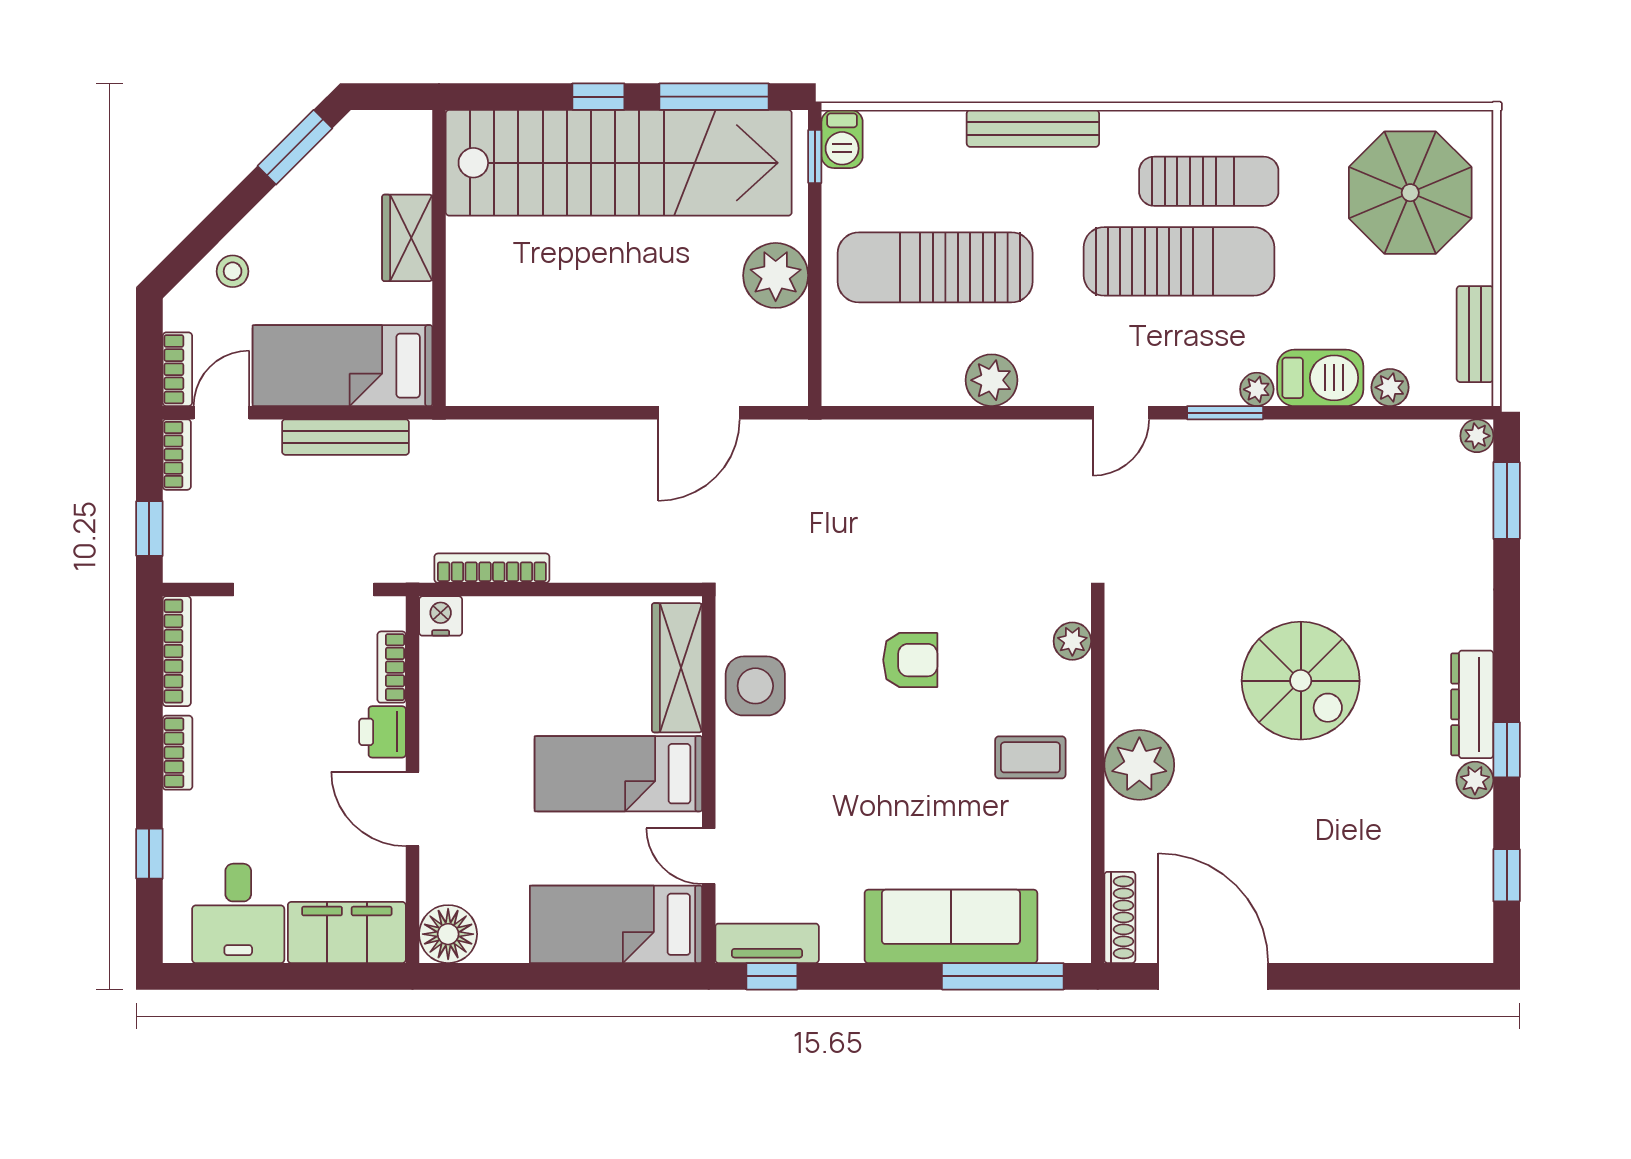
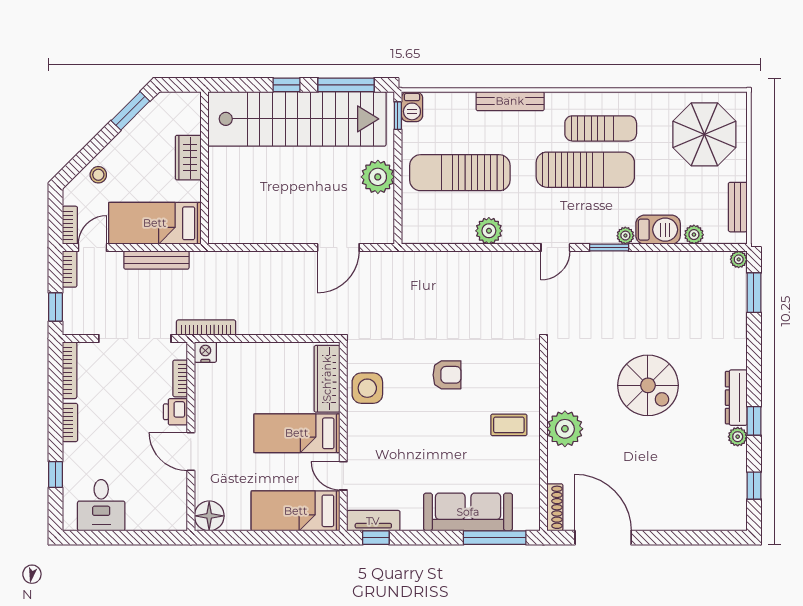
bookcase: (492, 568) -> (206, 328), moved
plant: (1072, 641) -> (530, 365), removed
filing cabinet: (347, 932) -> (157, 515), removed

